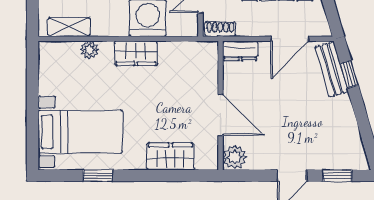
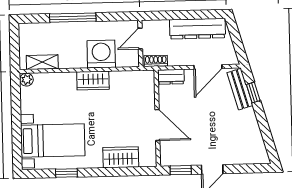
plant: (89, 50) -> (26, 80), moved
plant: (235, 157) -> (169, 157), removed
window: (337, 176) -> (181, 170), moved

